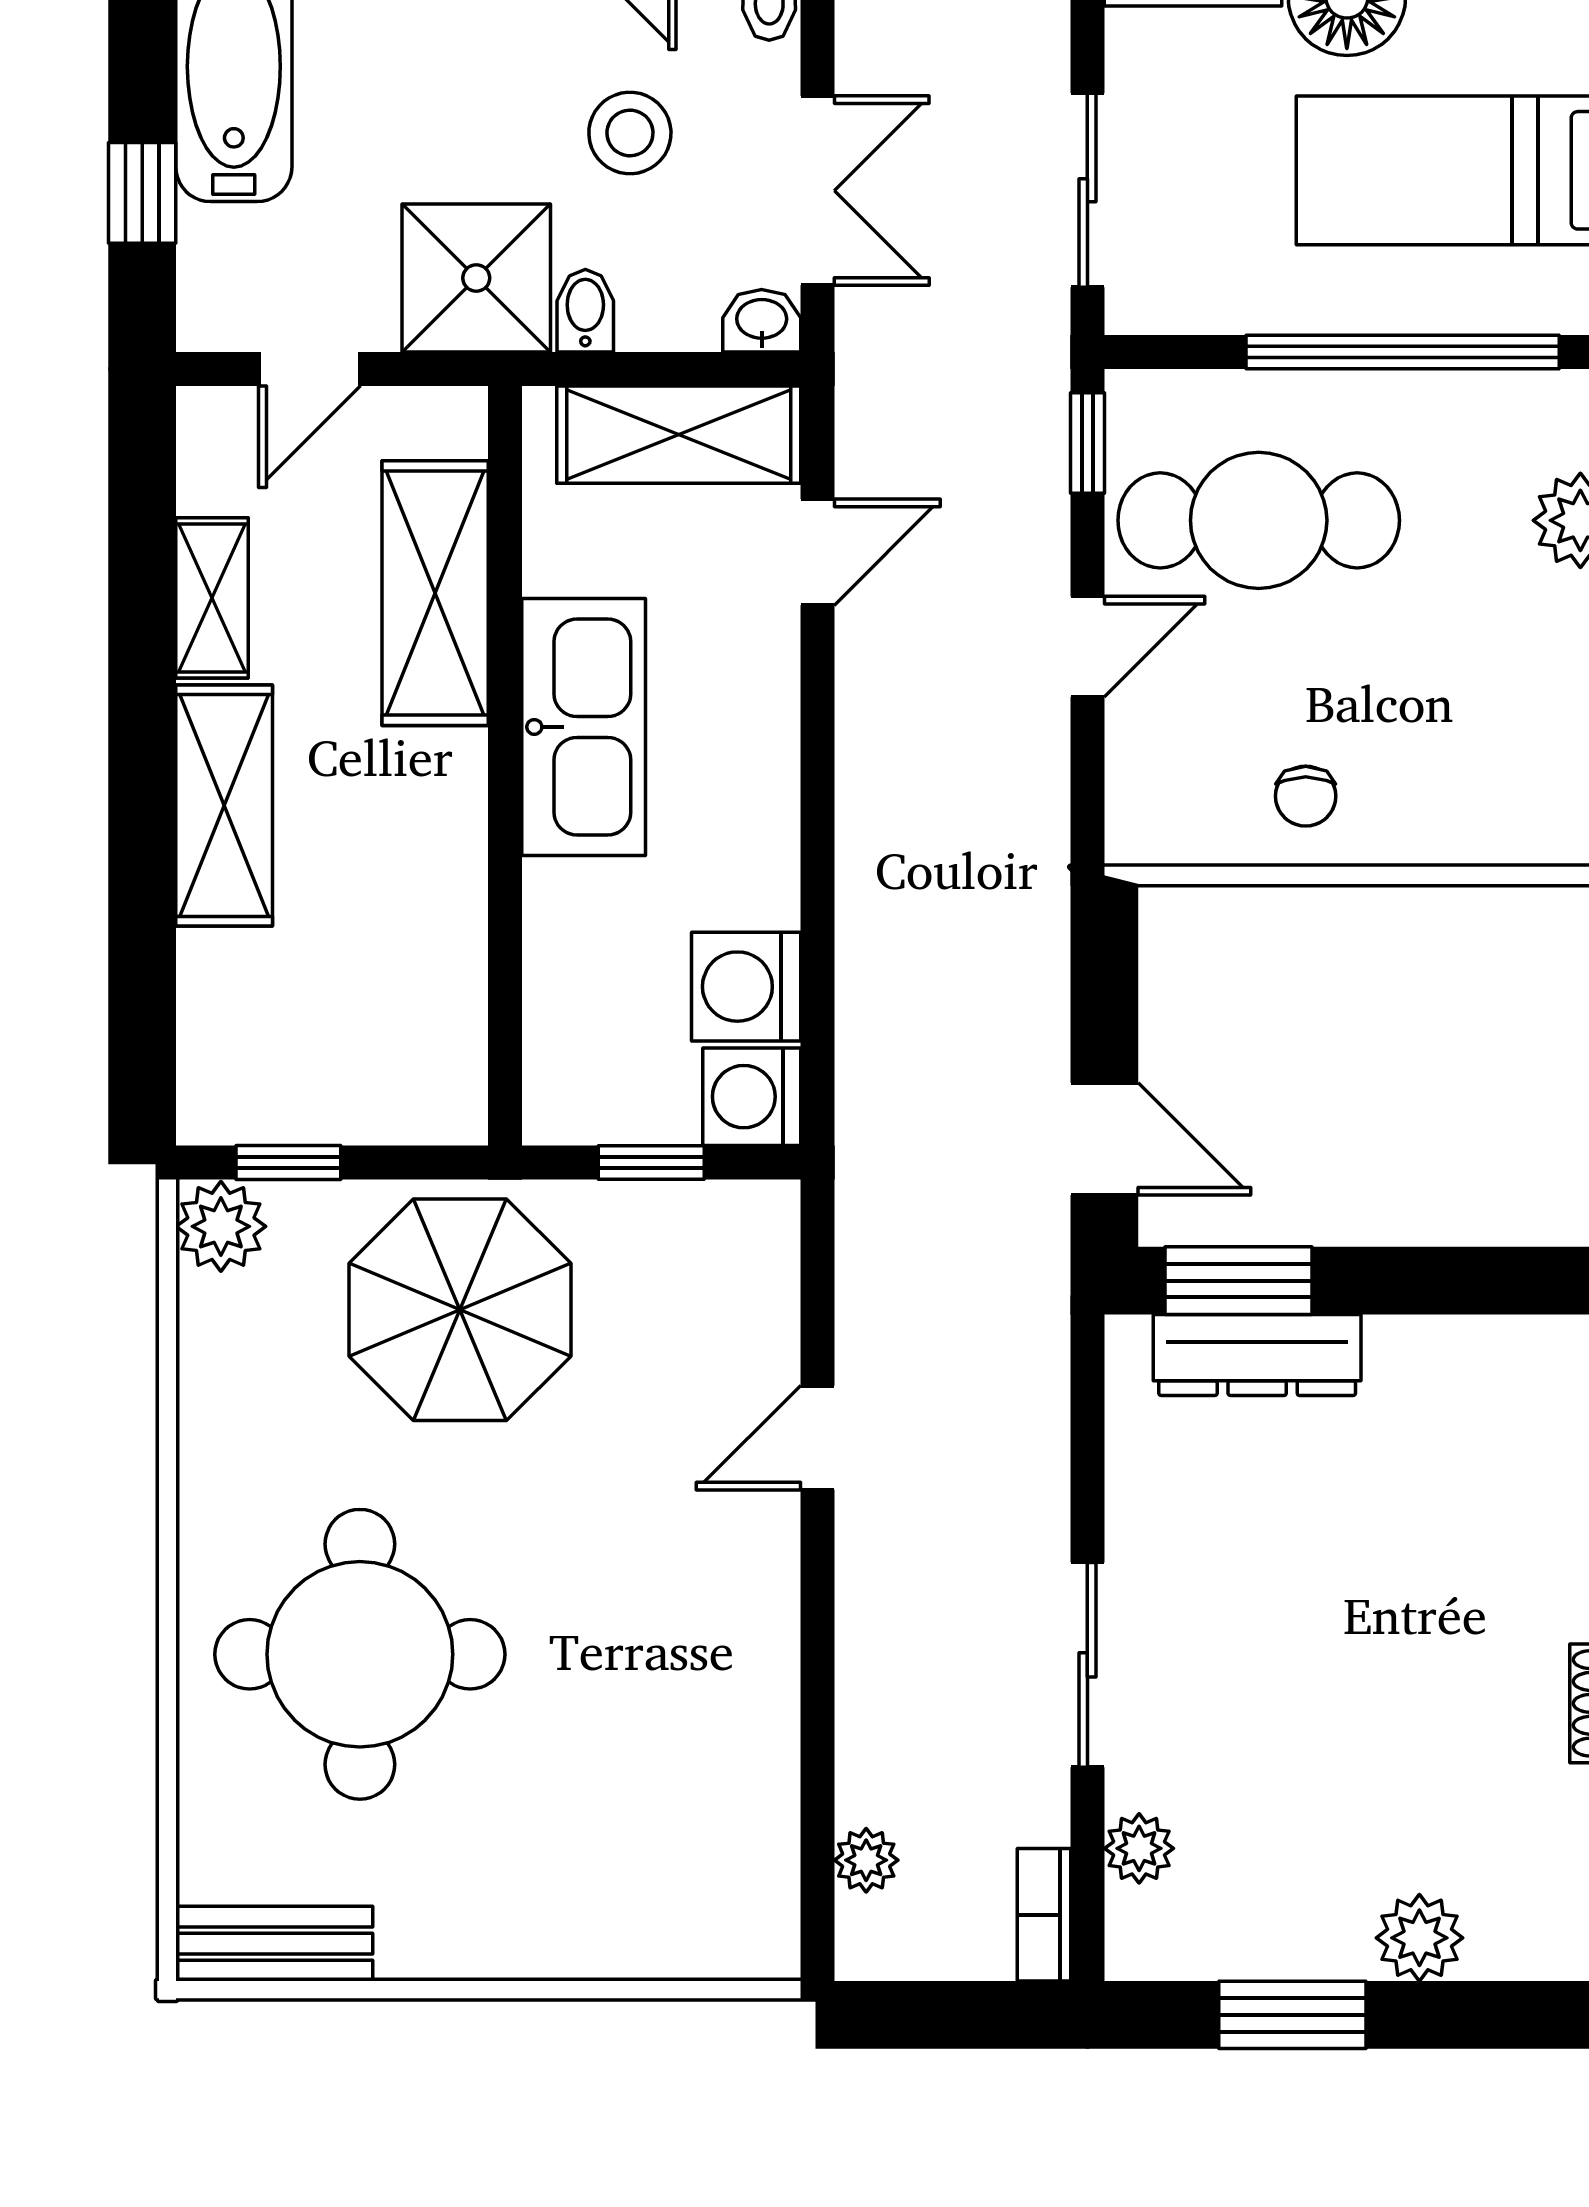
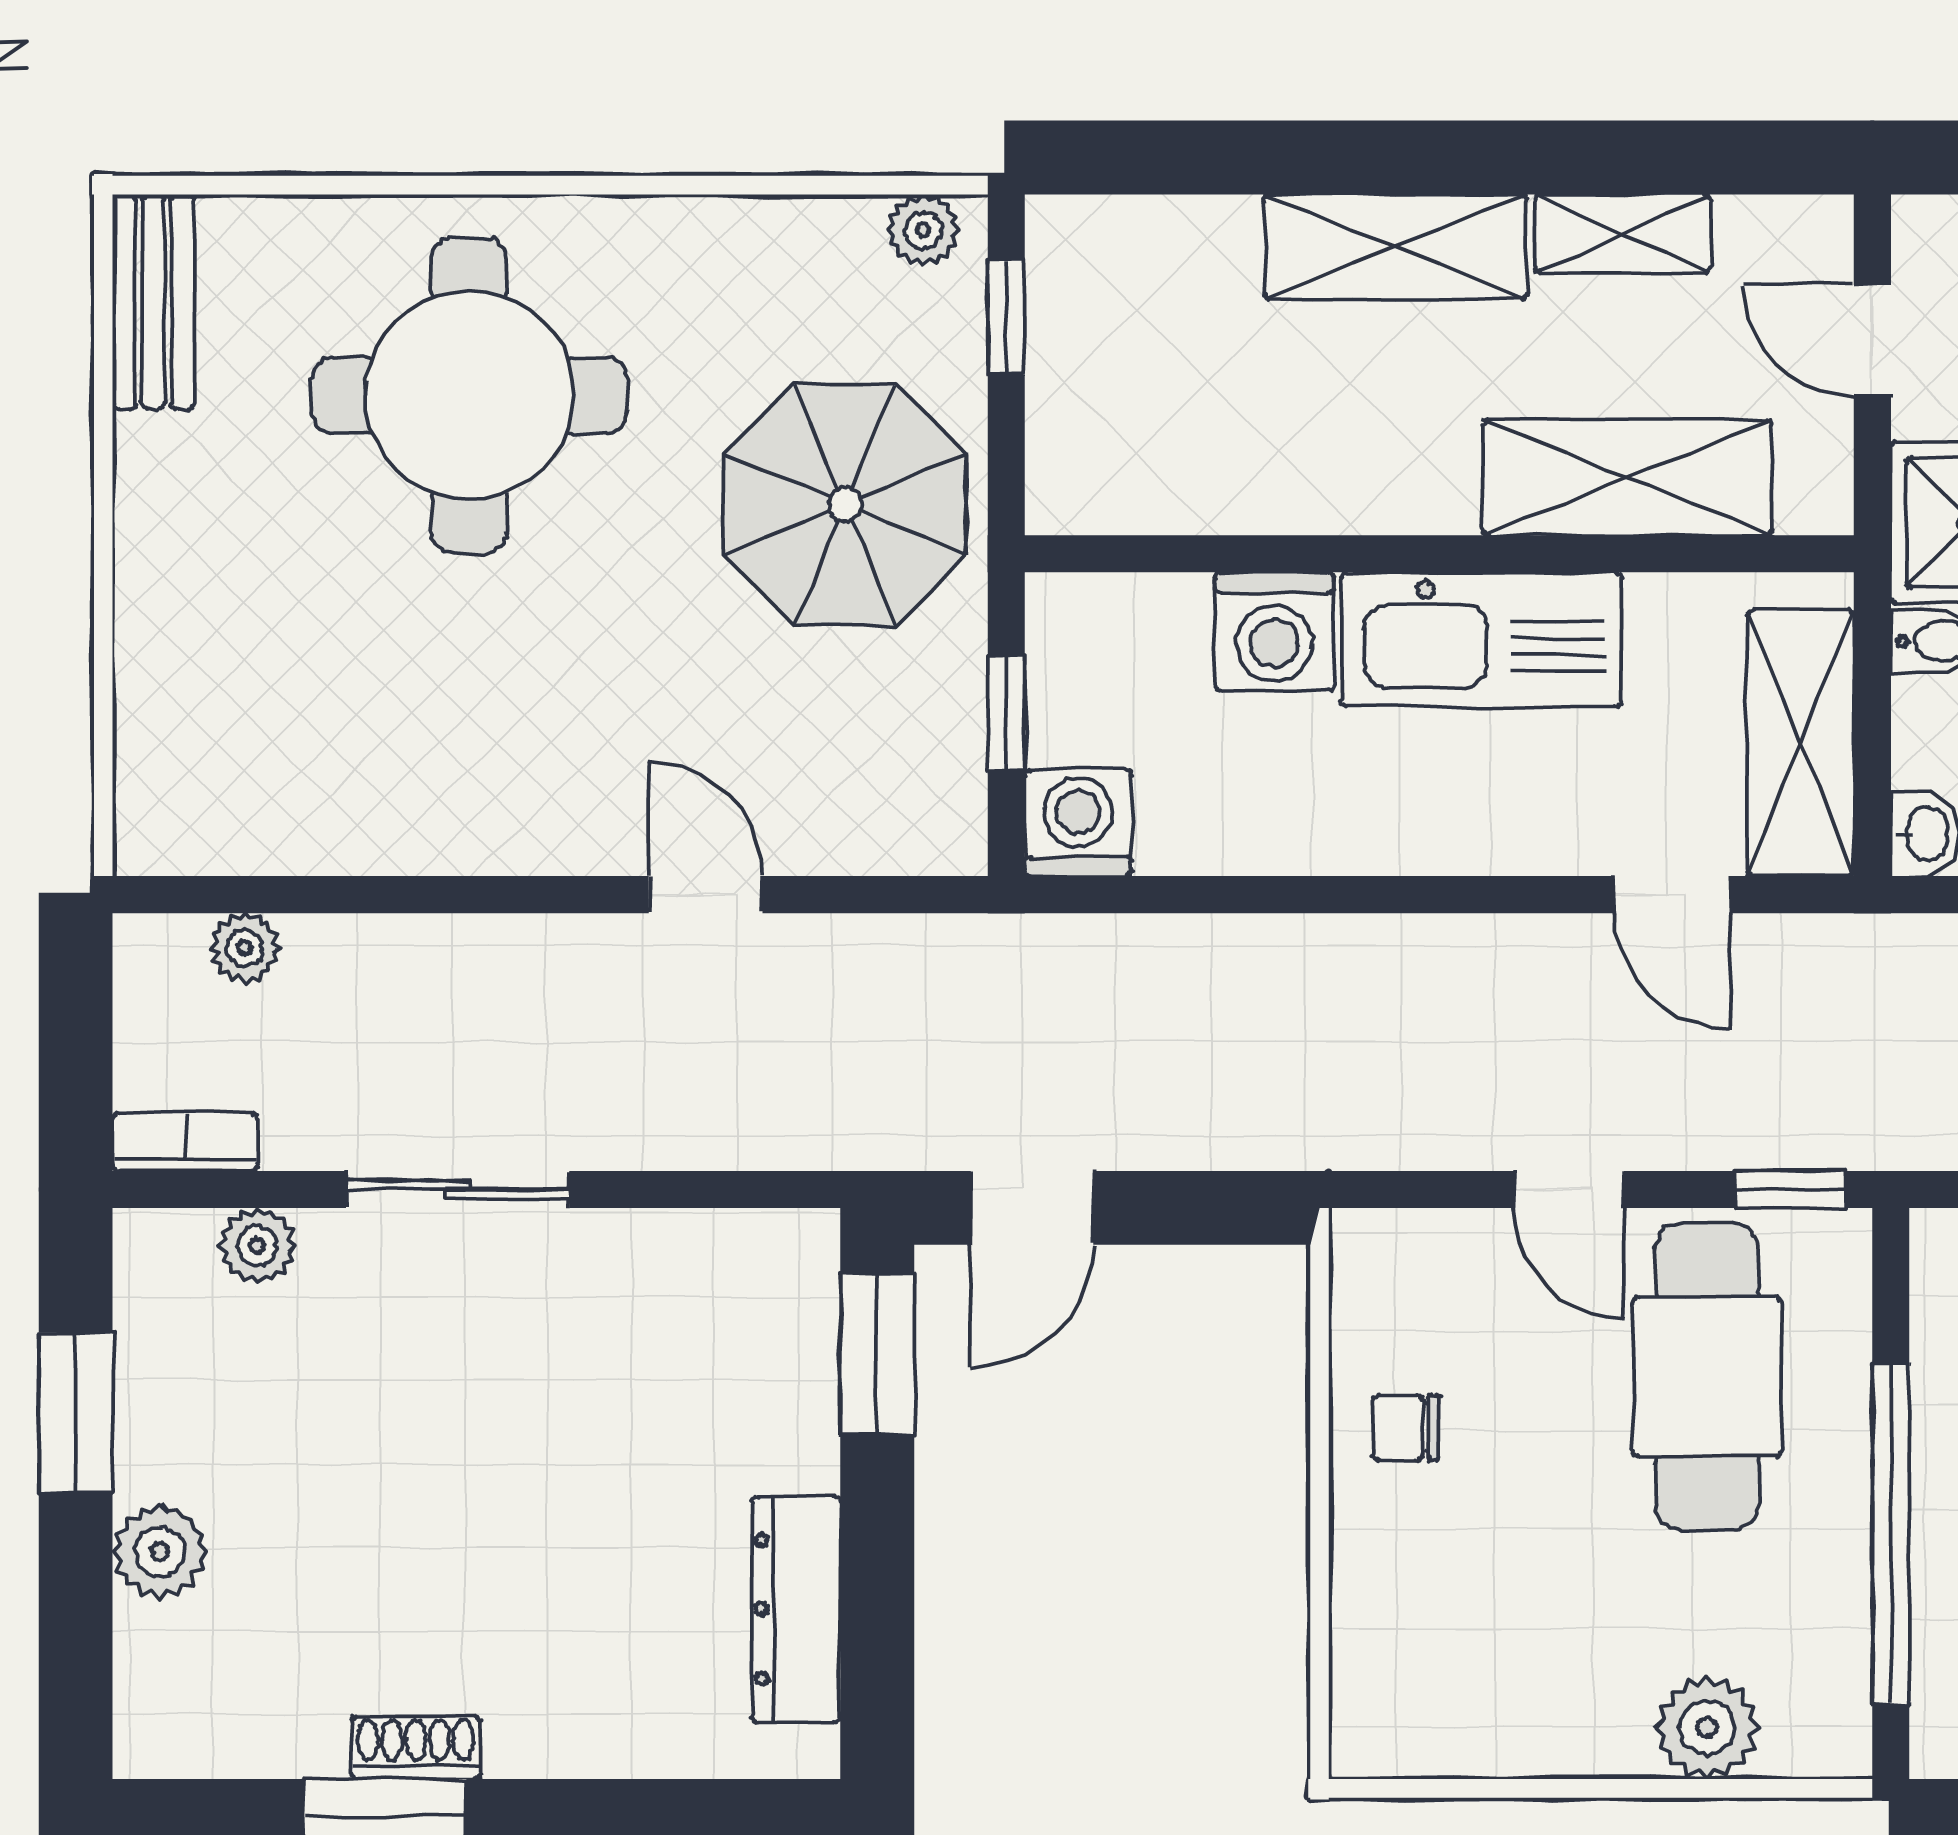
washing machine: (746, 987) -> (1274, 632), moved, turned 180
plant: (221, 1226) -> (923, 230), width x0.73, depth x0.73
dresser: (1257, 1355) -> (796, 1609), moved

